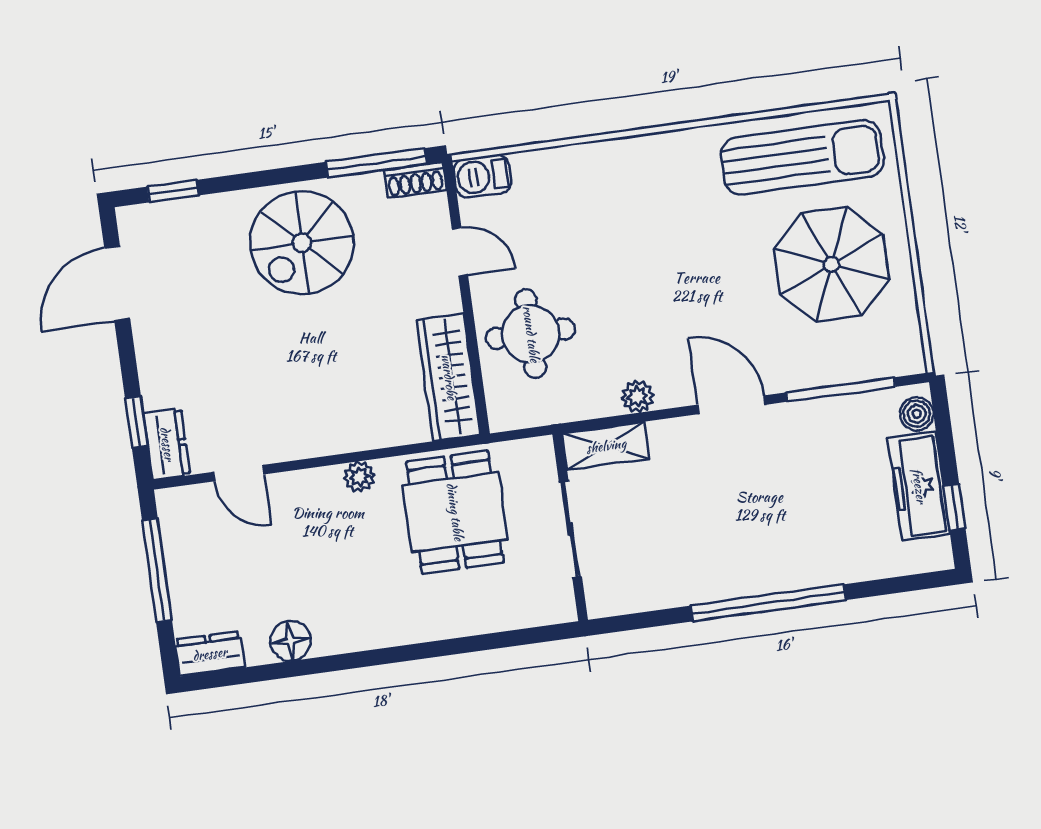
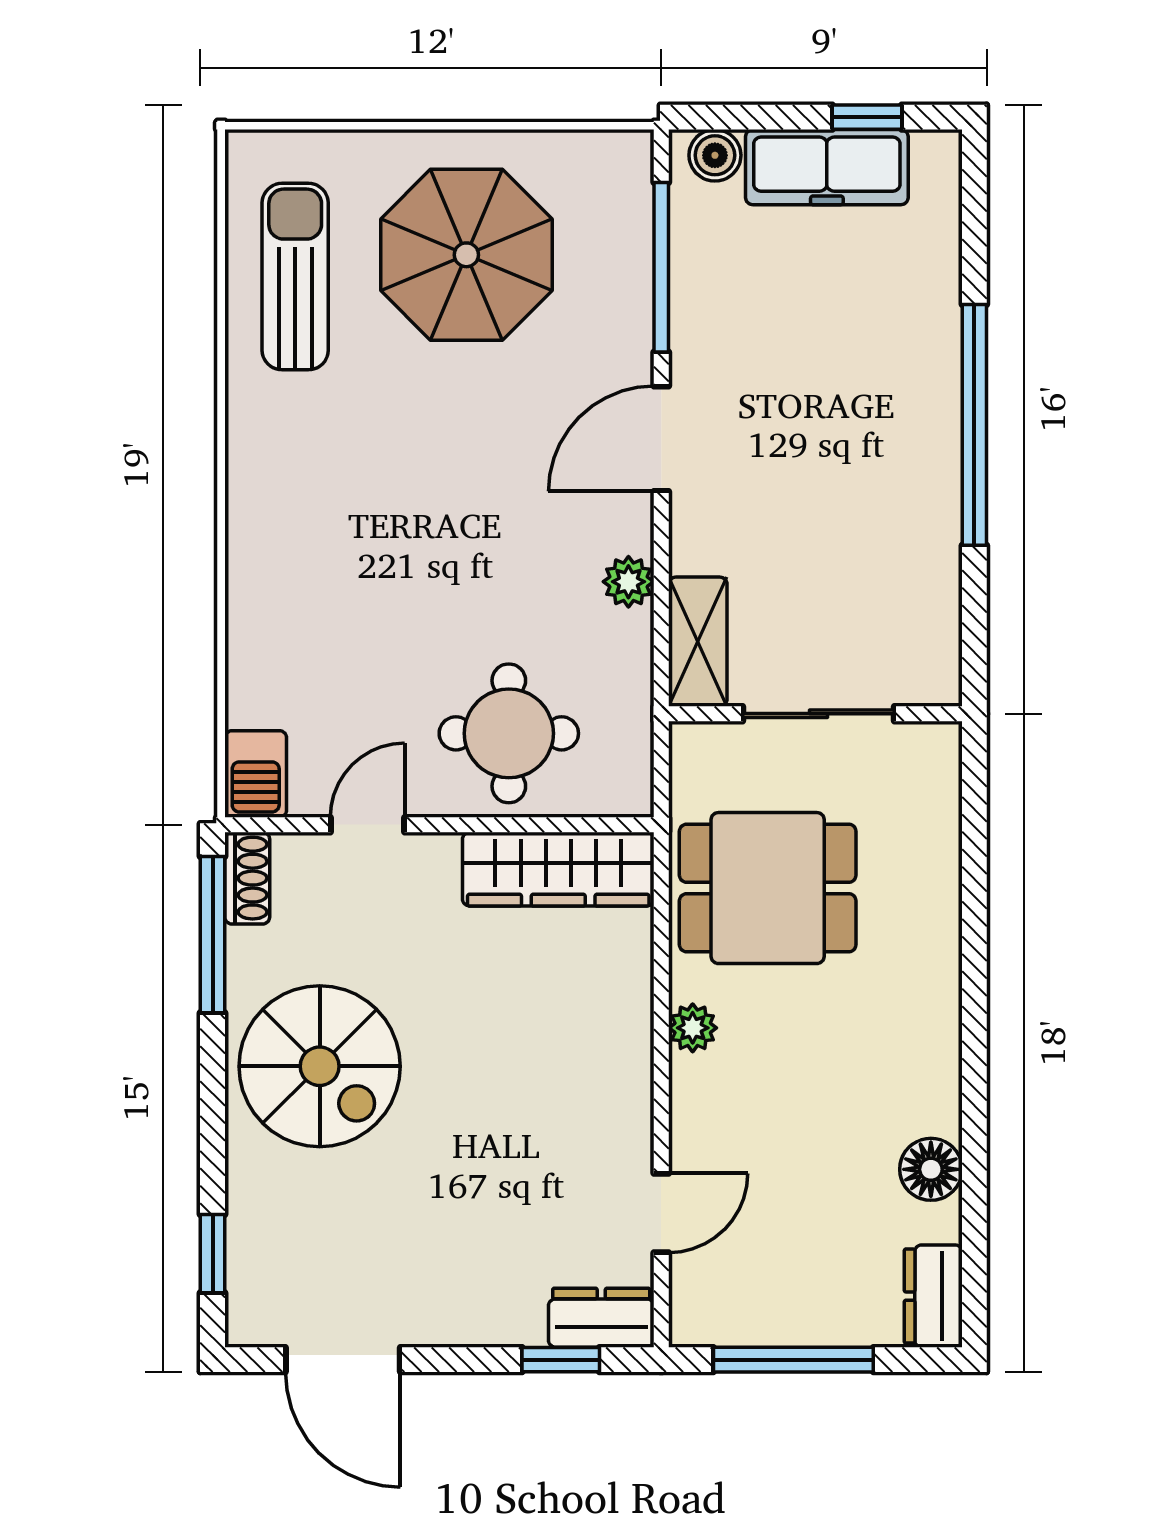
sun lounger: (802, 157) -> (295, 277), width x0.73, depth x0.75

